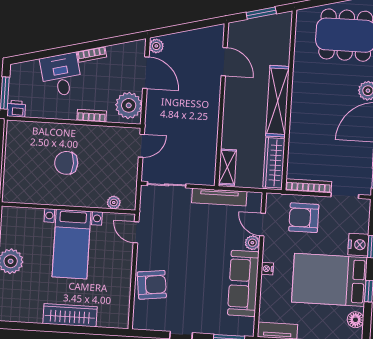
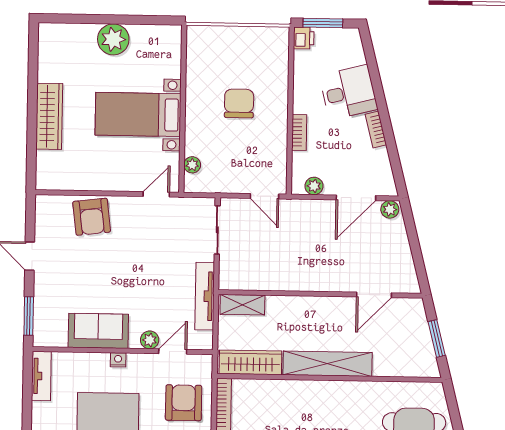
plant: (129, 105) -> (314, 186), width x0.53, depth x0.53
sofa: (243, 283) -> (98, 331), width x0.73

